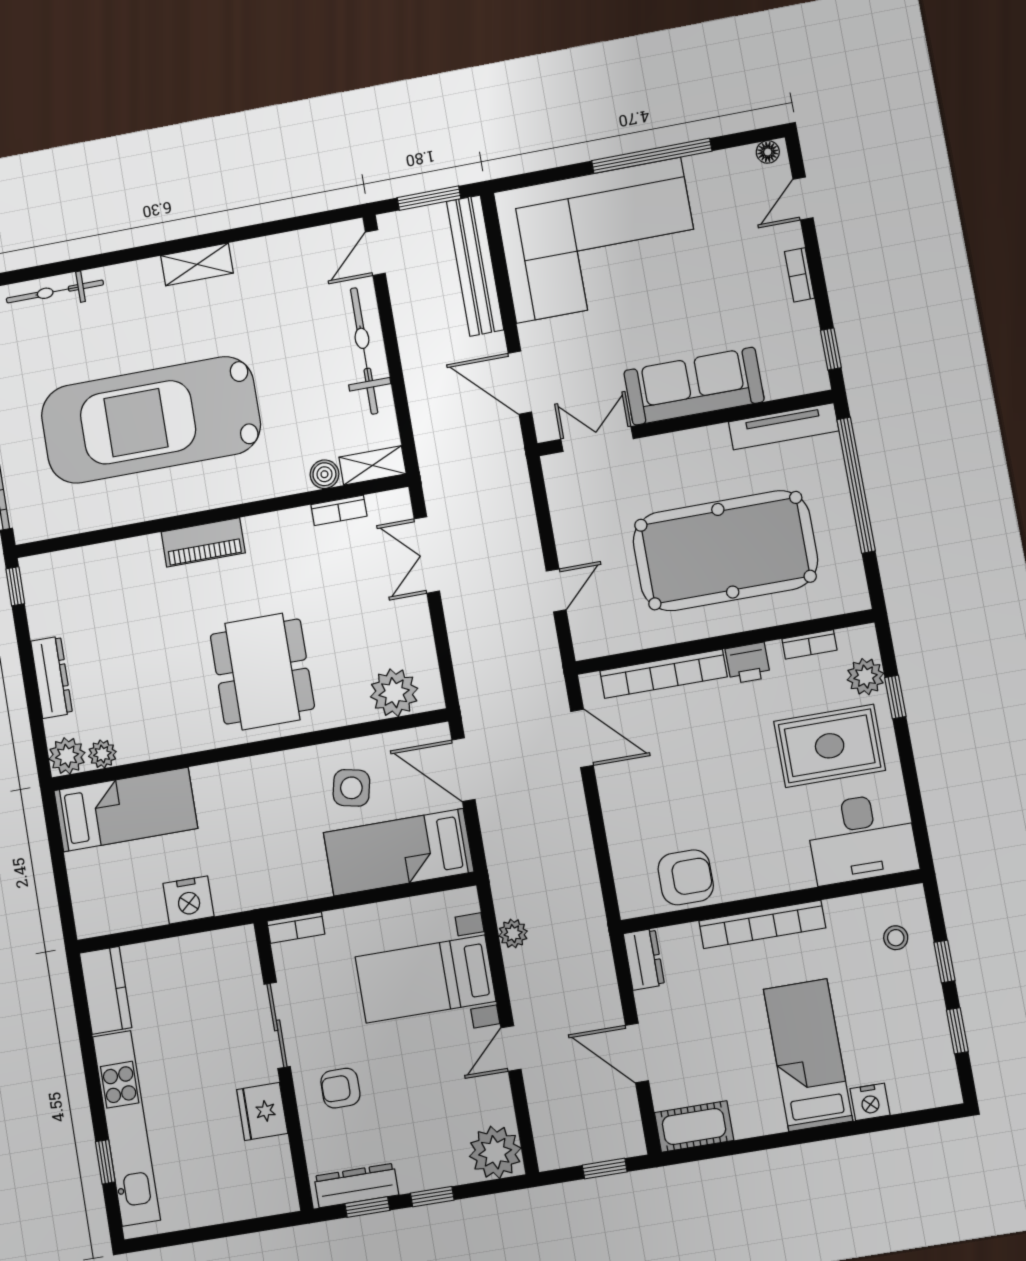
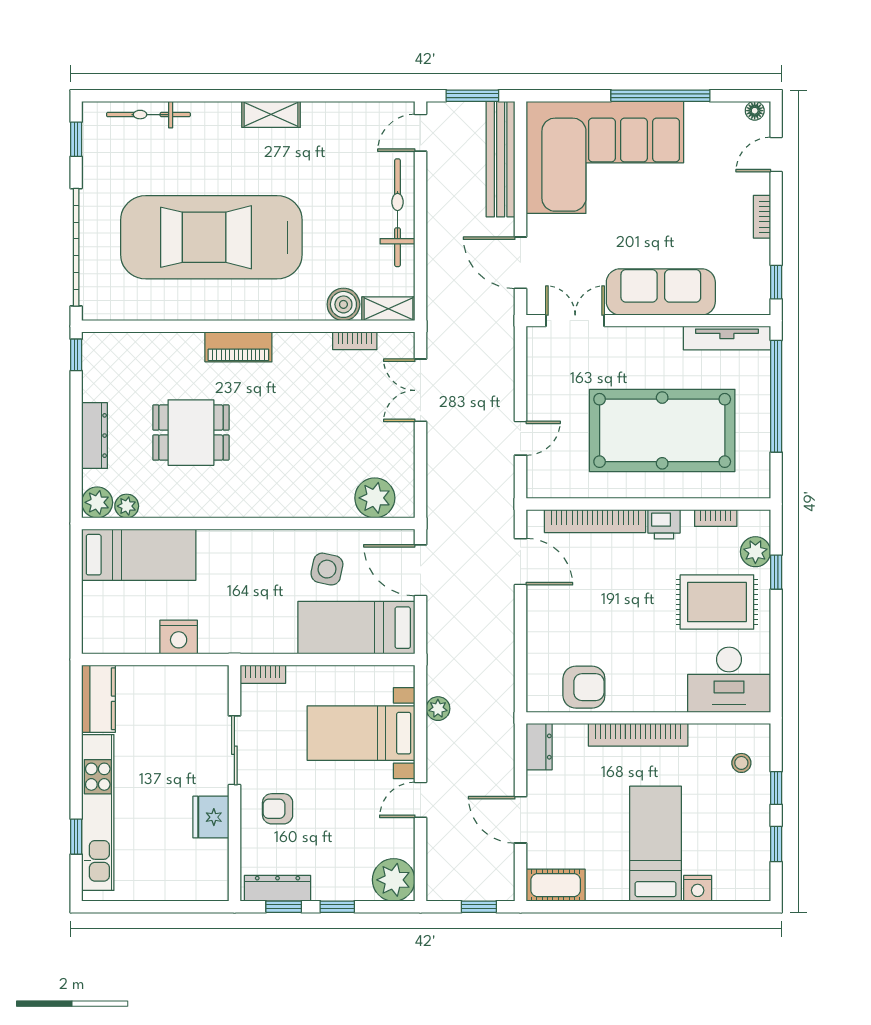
boiler: (324, 474) -> (343, 304), width x1.36, depth x1.36
dining table: (262, 671) -> (191, 433), moved, width x0.73

